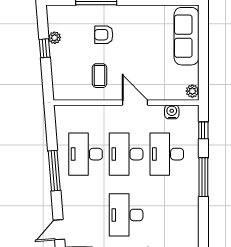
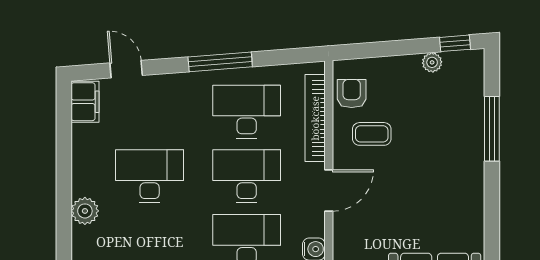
armchair: (104, 35) -> (352, 94), moved
window: (45, 48) -> (455, 43), moved
bookcase: (90, 111) -> (315, 118), added

